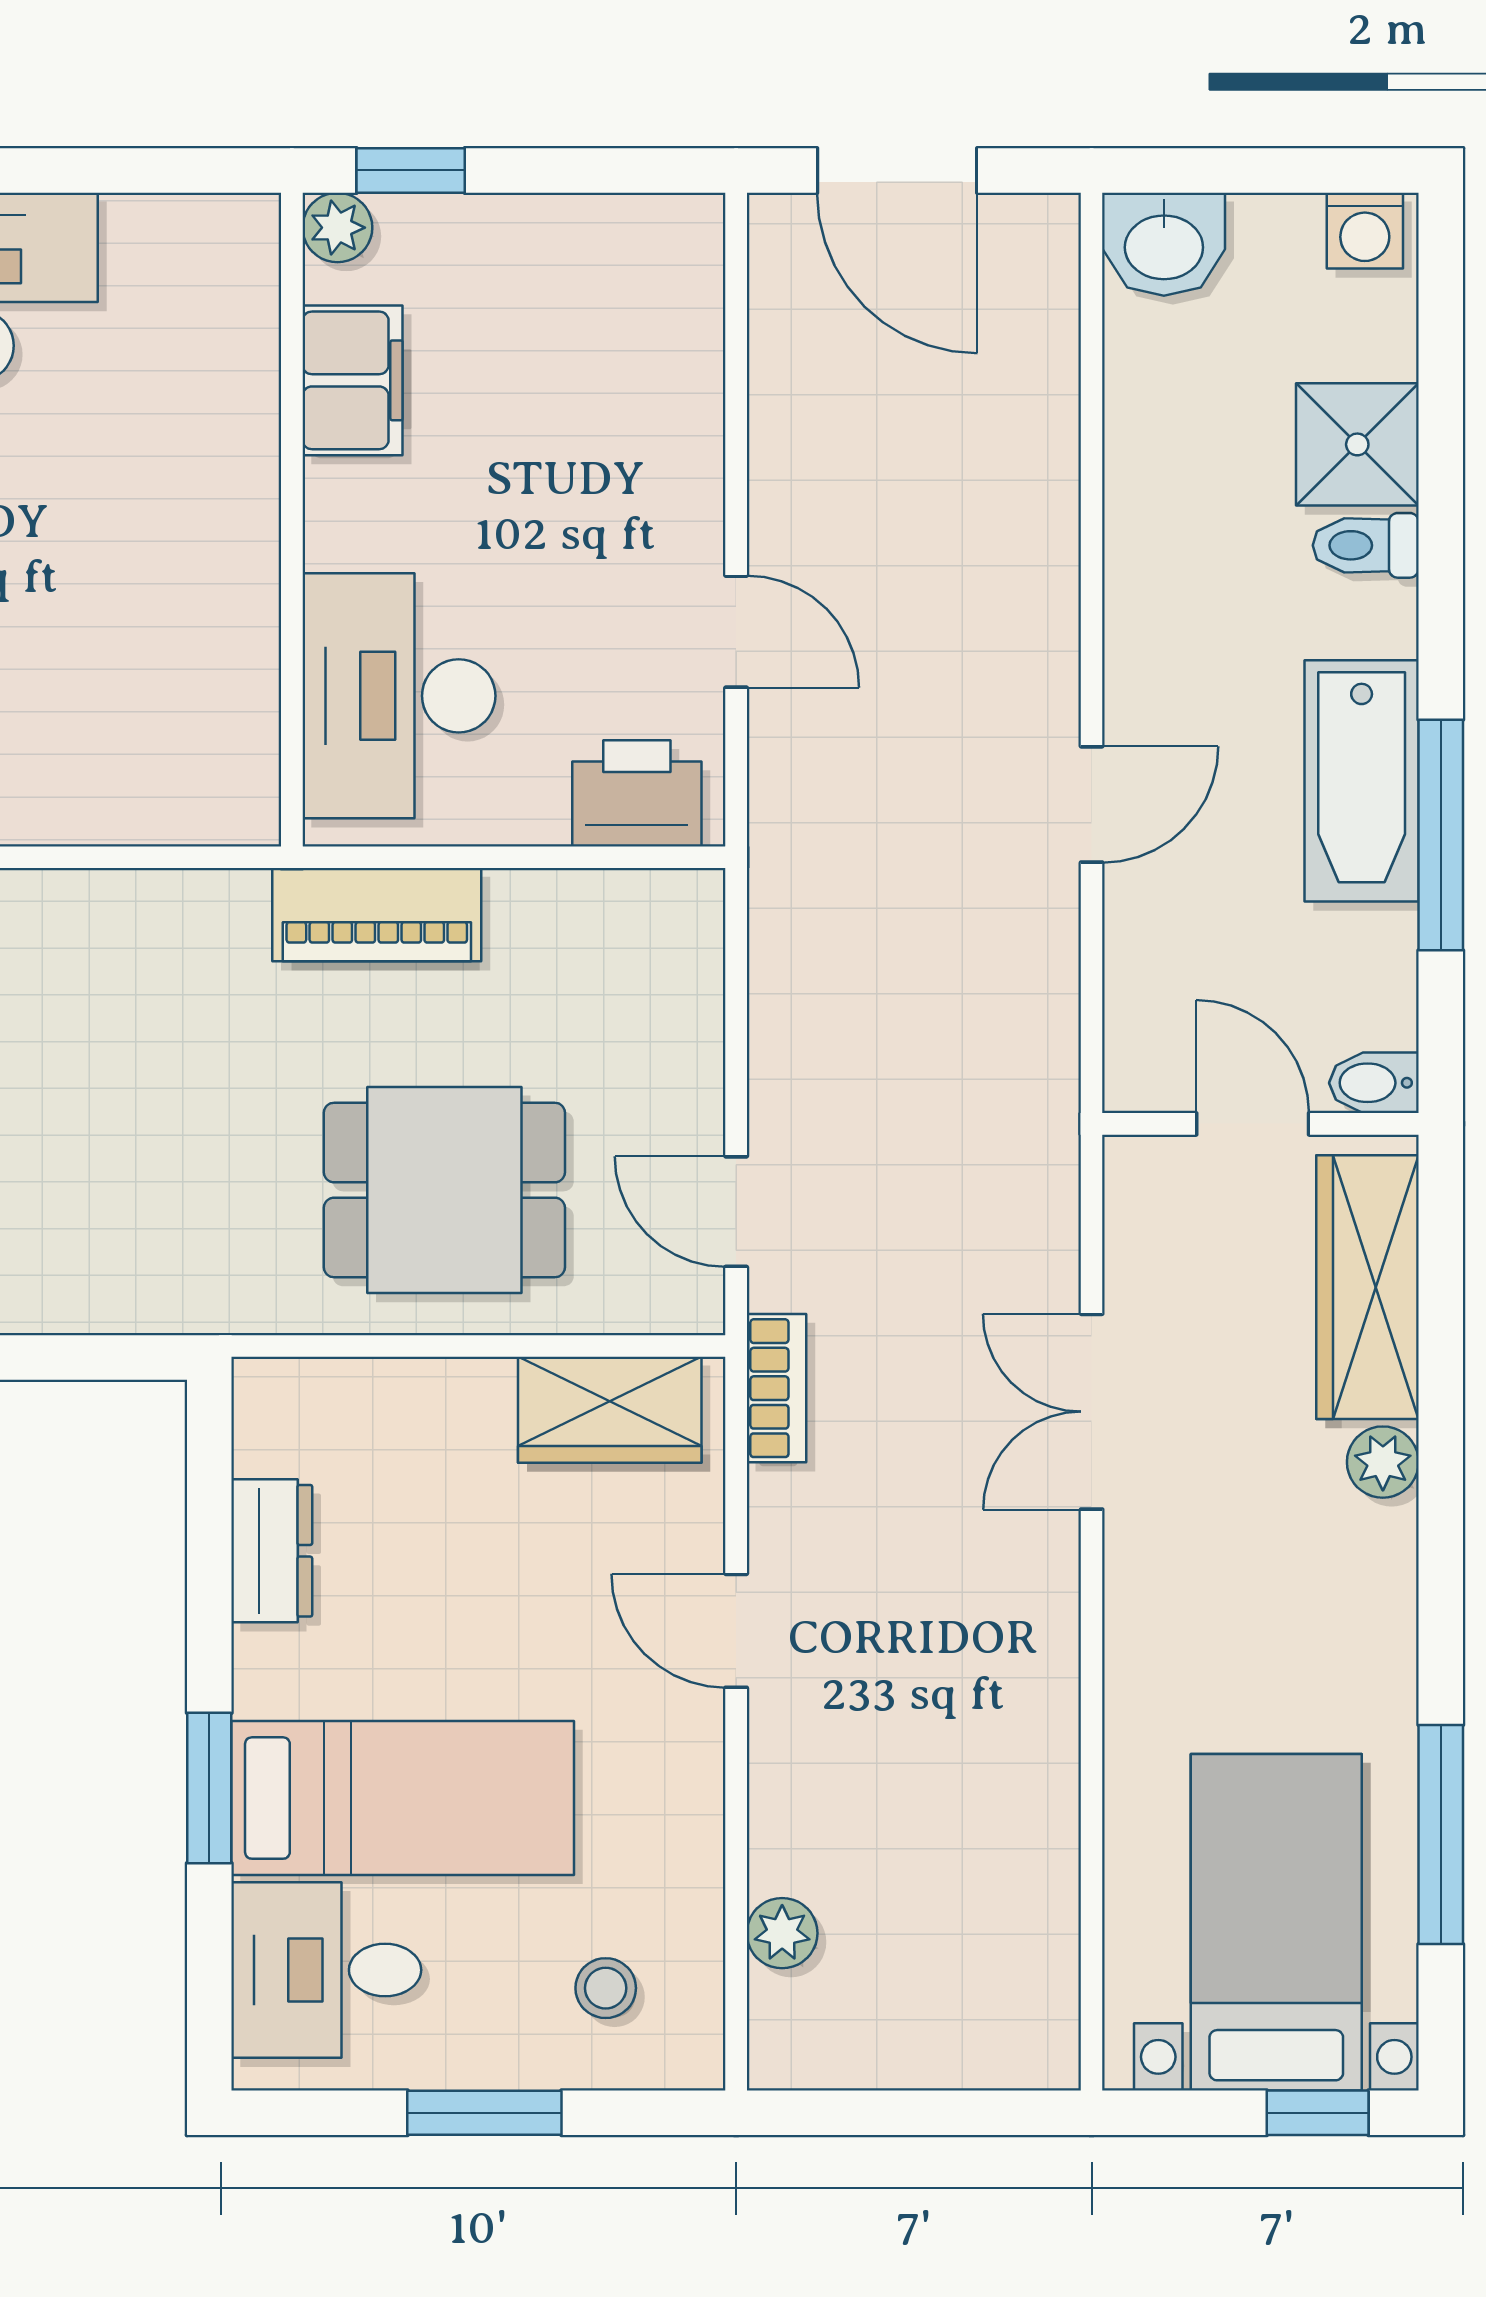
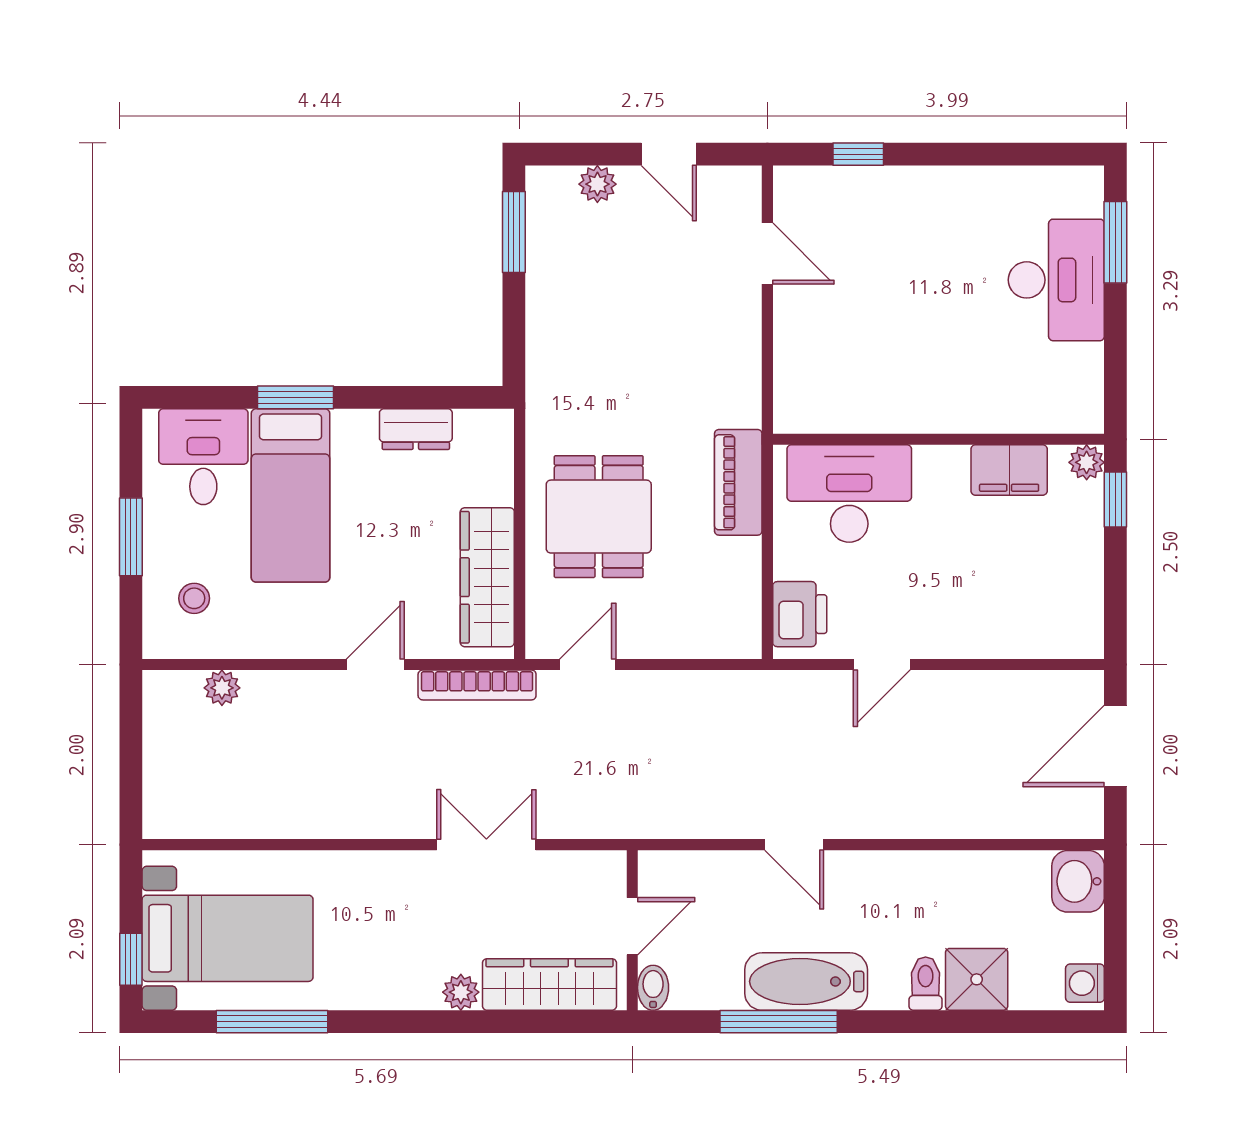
bookcase: (777, 1388) -> (477, 685), width x1.56
wardrobe: (610, 1410) -> (487, 577), width x1.50

